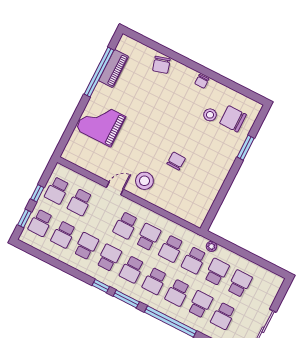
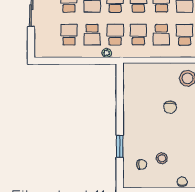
chair: (233, 119) -> (142, 164), width x0.54, depth x0.54
school desk: (240, 284) -> (69, 35), turned 180

